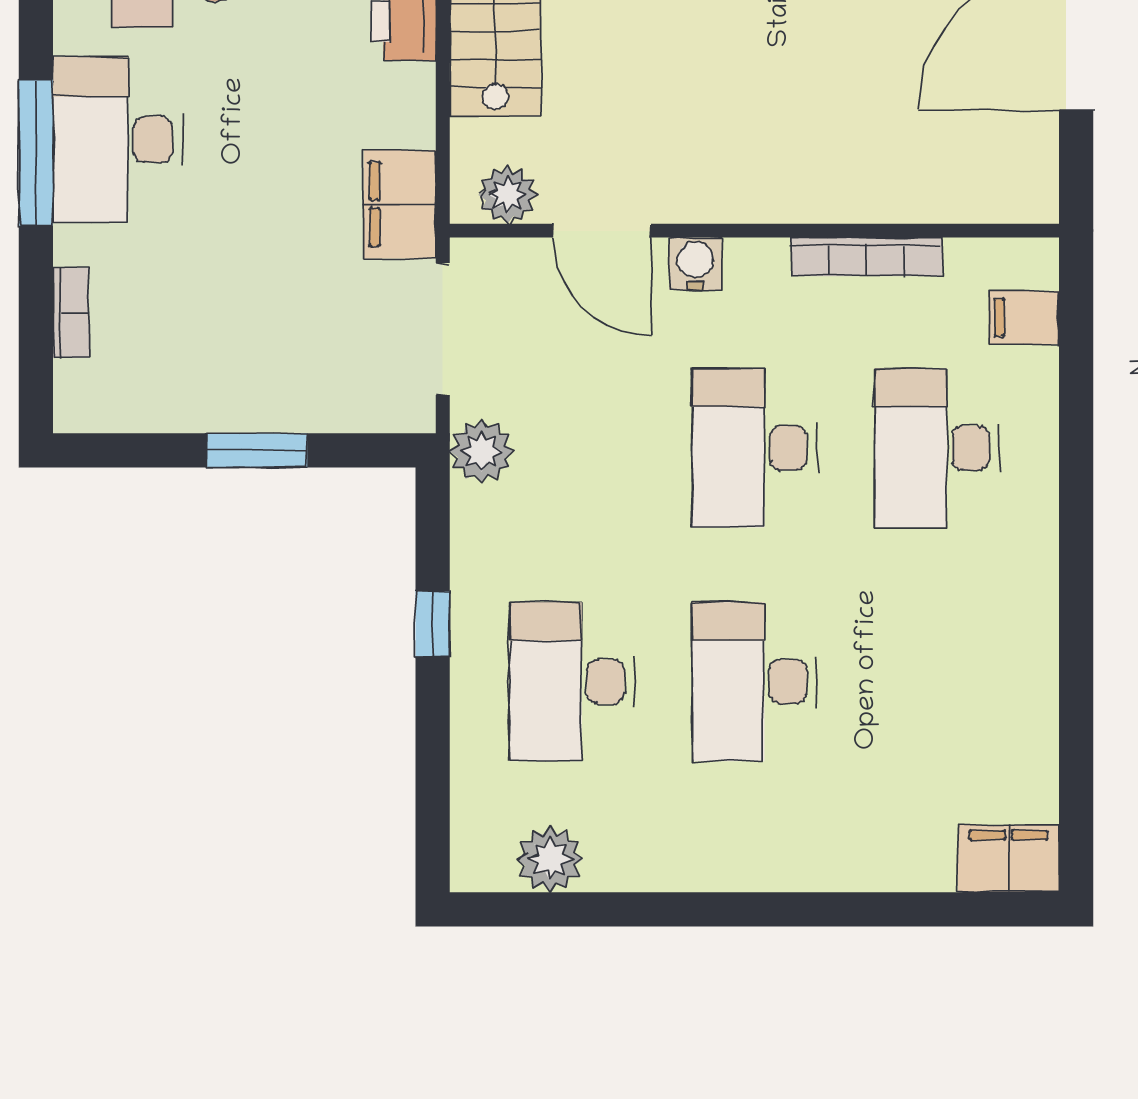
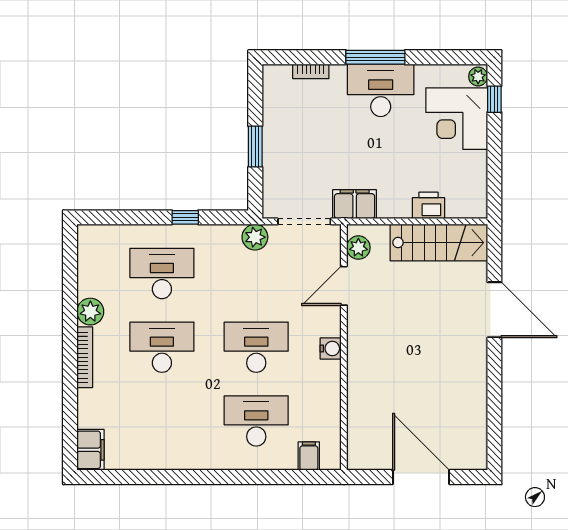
bookcase: (867, 257) -> (85, 357), moved, turned 180
water cooler: (695, 264) -> (331, 349), moved
plant: (550, 859) -> (90, 312), moved

